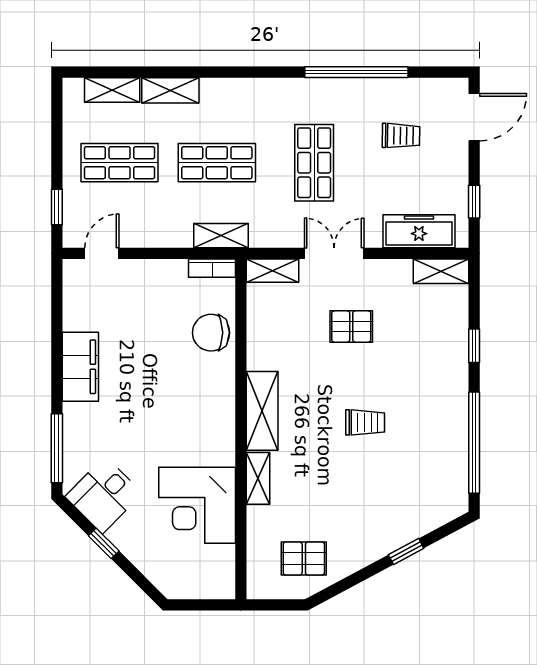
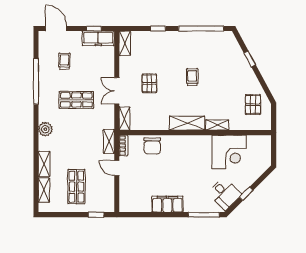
plant: (249, 93) -> (45, 129), added
shop shelf: (217, 163) -> (76, 143), removed
freezer: (419, 231) -> (98, 38), moved, turned -90
door: (102, 253) -> (117, 168), moved

